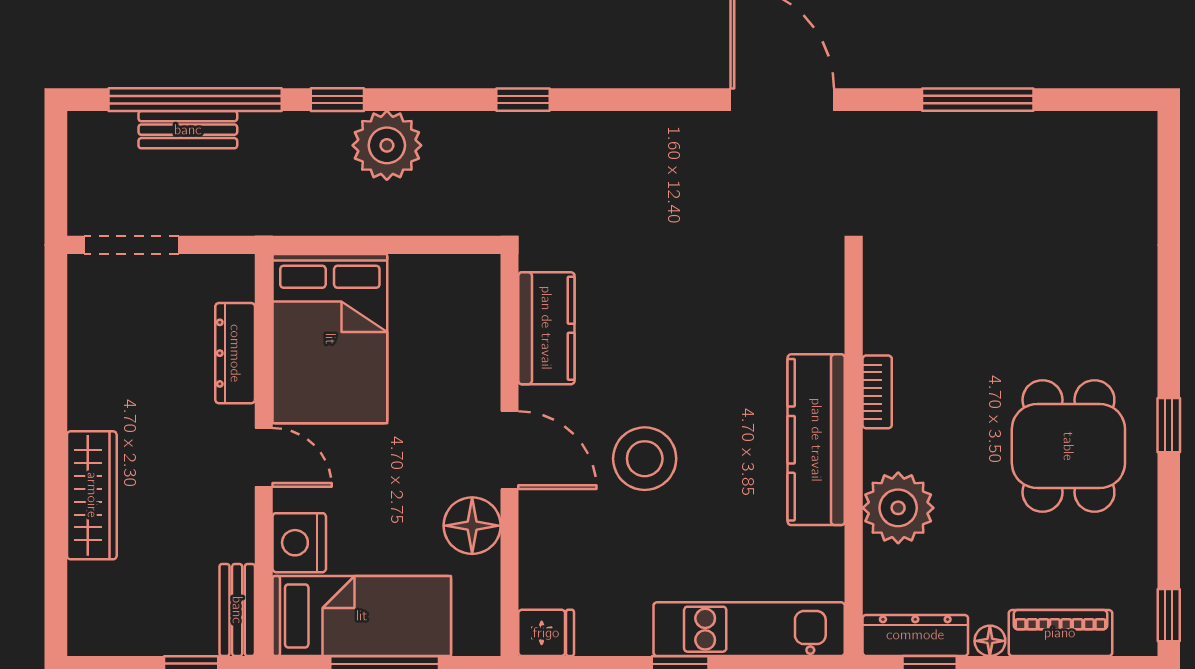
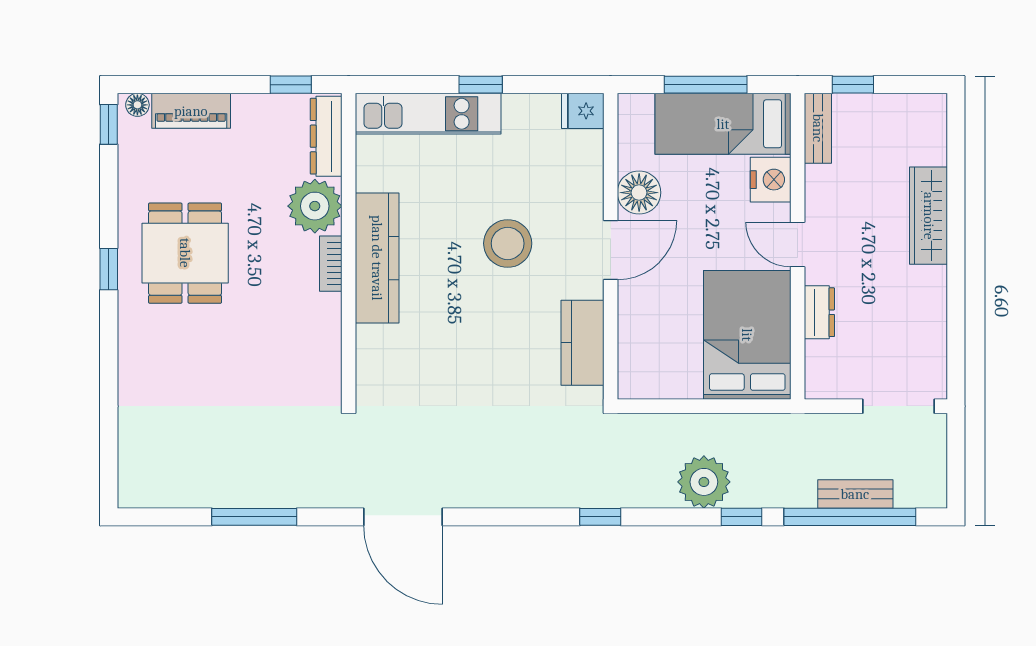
dresser: (235, 353) -> (819, 312), width x0.70
bookcase: (877, 392) -> (331, 264), moved
door: (510, 450) -> (611, 250), swing flipped
dresser: (915, 635) -> (326, 136), moved, turned 90
floor lamp: (990, 641) -> (137, 105), moved

